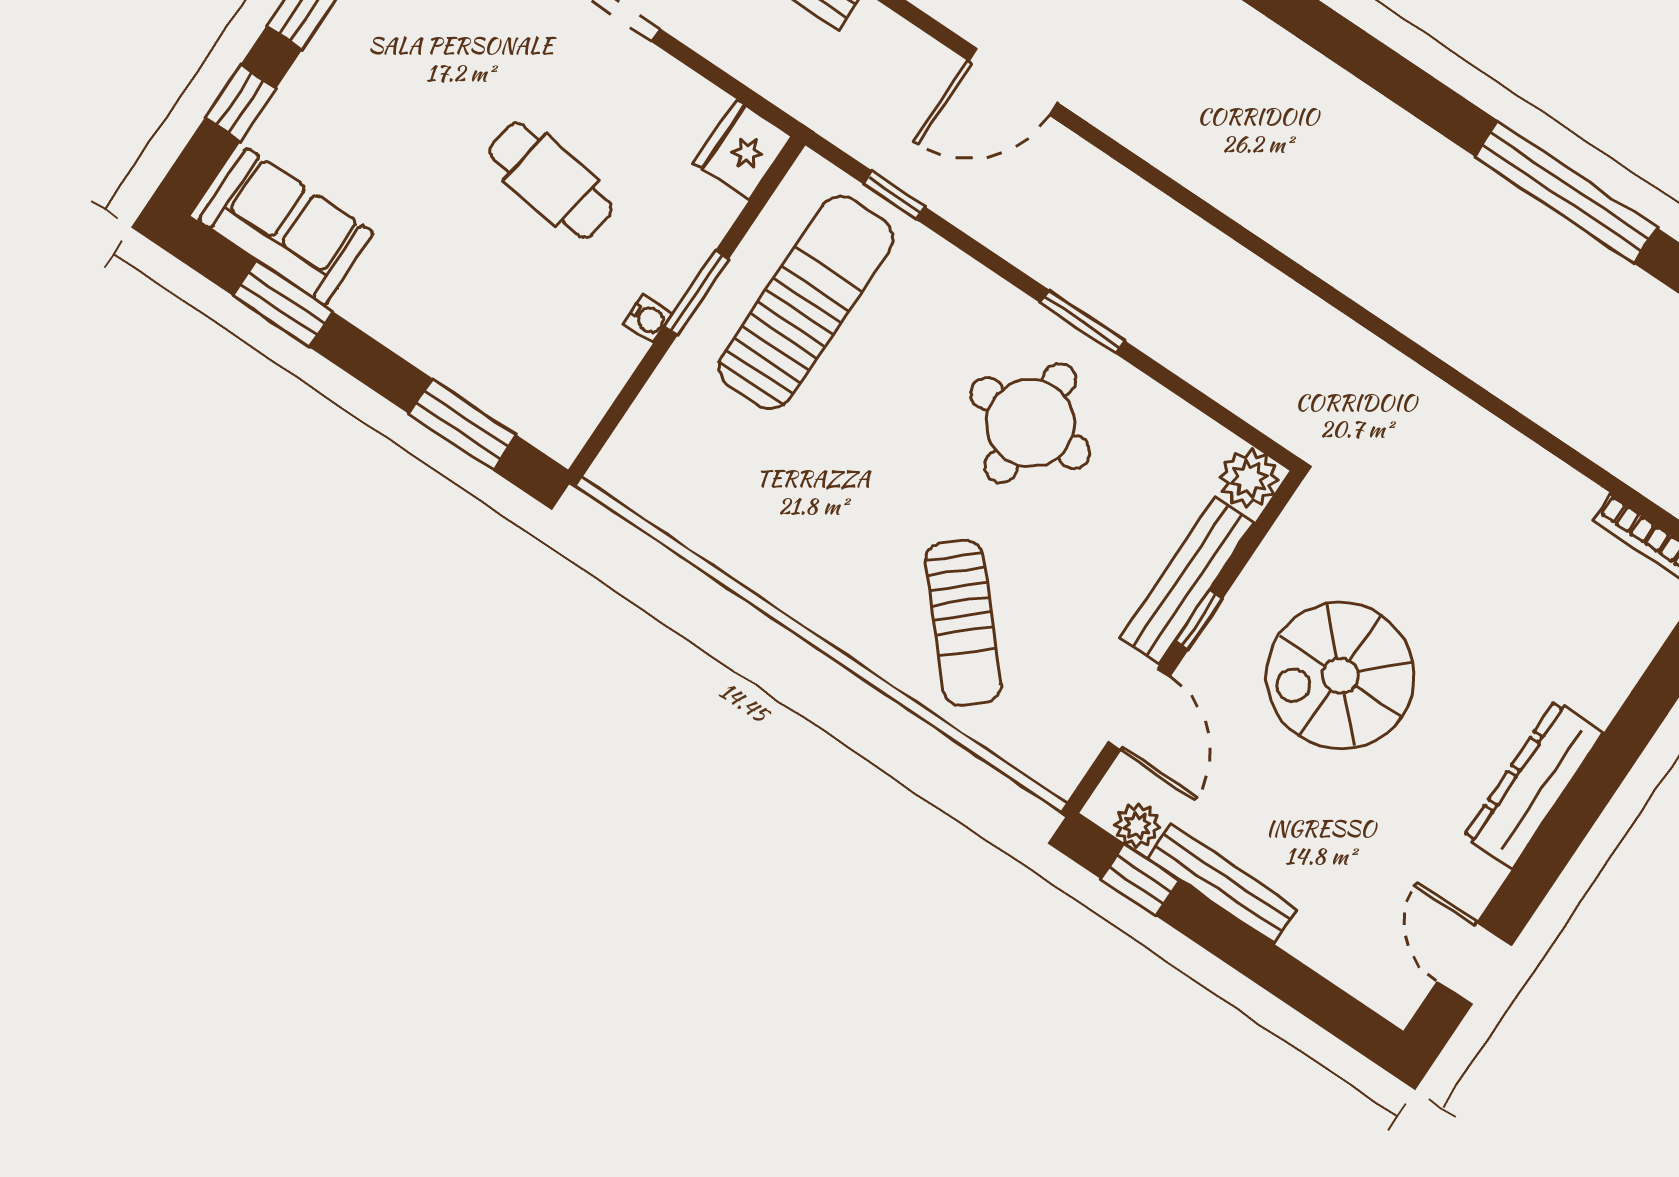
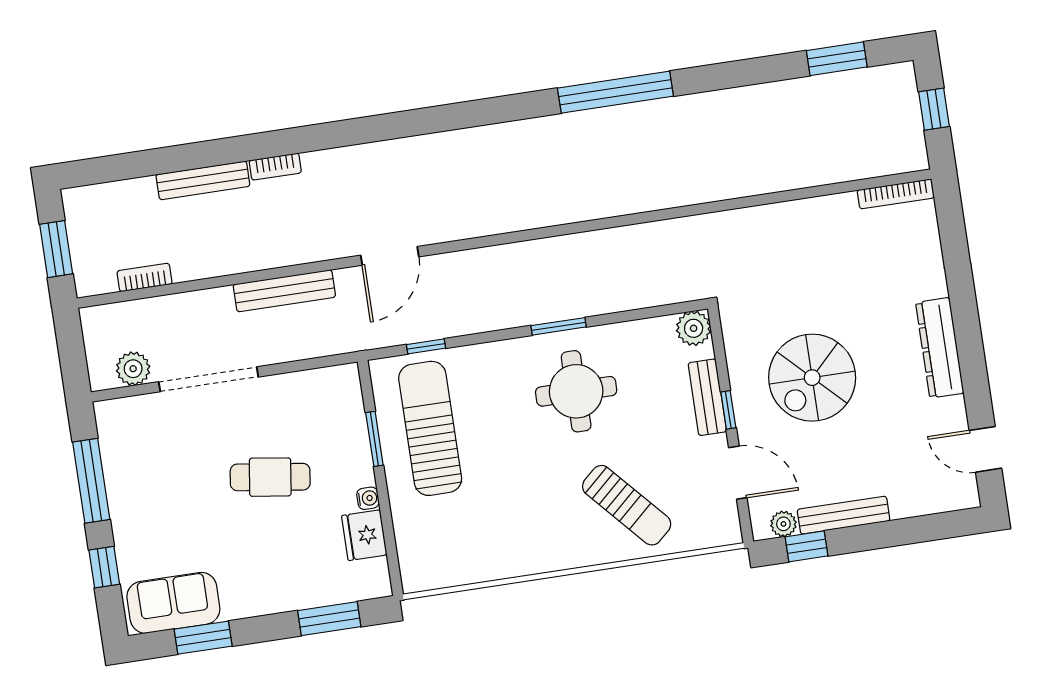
door: (1013, 82) -> (390, 256), moved
fridge: (743, 150) -> (364, 535), moved
window: (1566, 192) -> (615, 92), moved
window: (696, 293) -> (374, 439), moved
bench: (1187, 581) -> (707, 397), width x0.73

